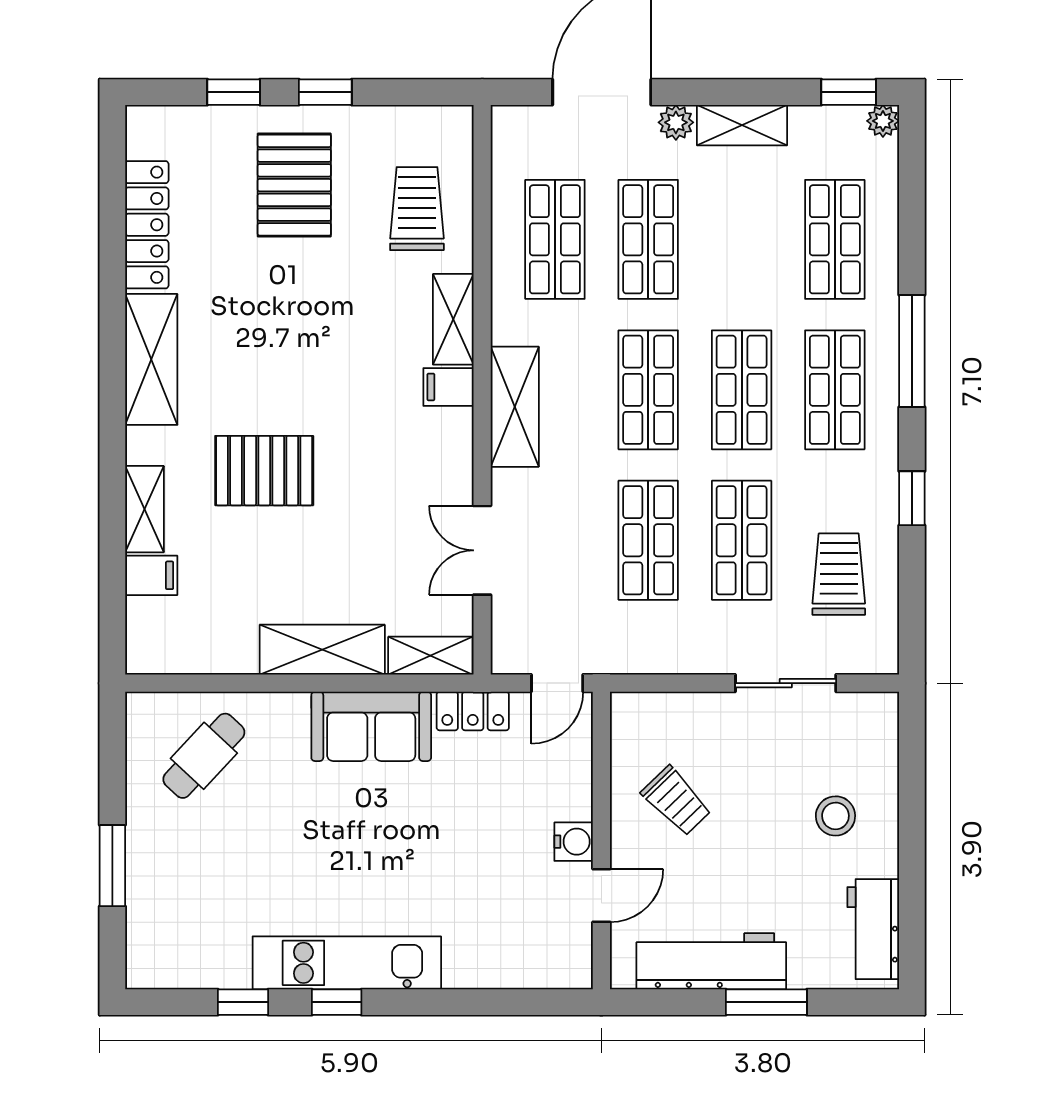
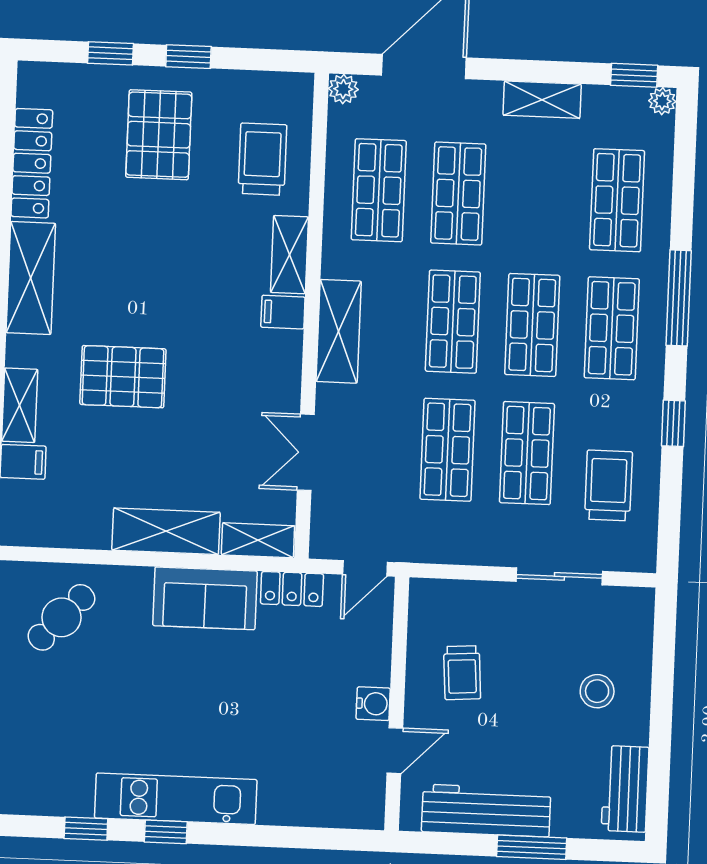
plant: (676, 122) -> (343, 89), moved
trolley: (676, 801) -> (462, 673), turned 40

